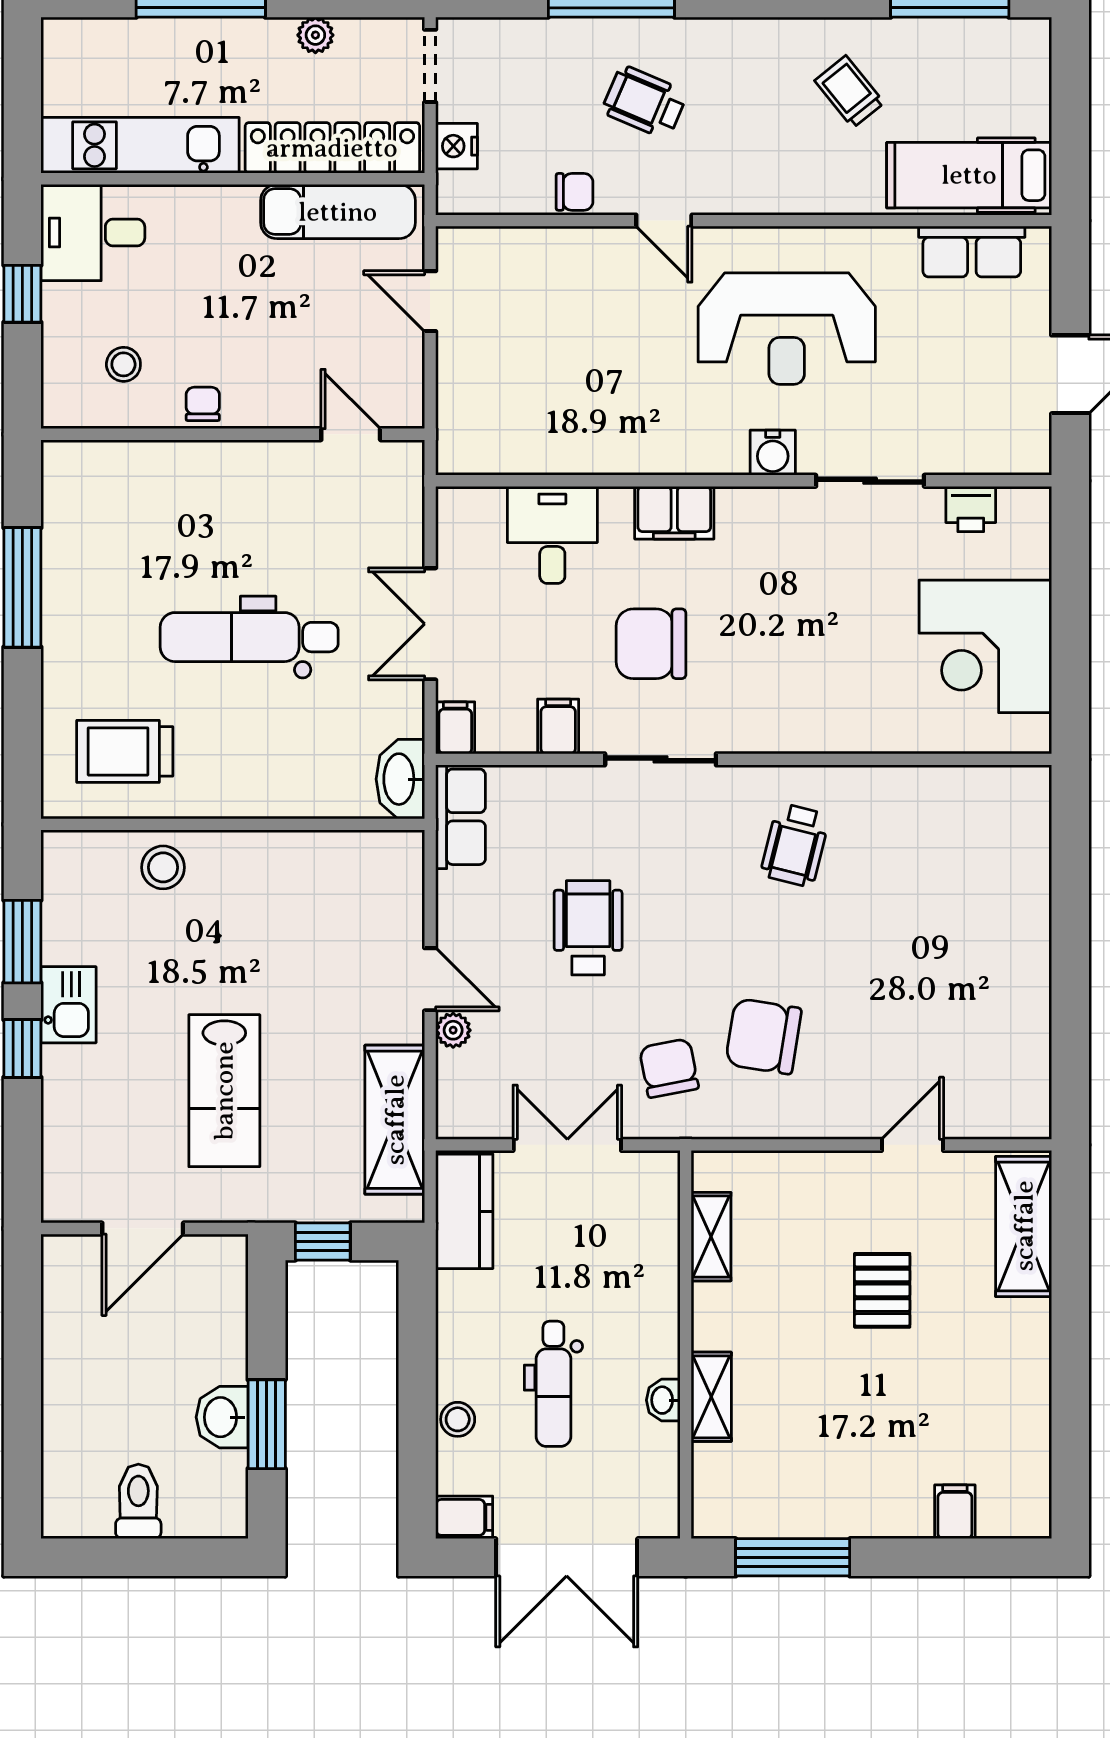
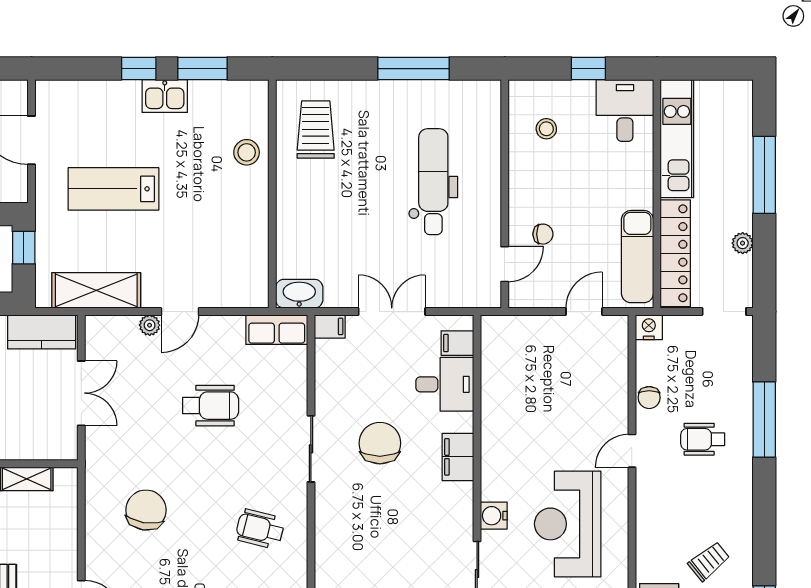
wheelchair: (645, 102) -> (703, 439), turned -113
nightstand: (457, 146) -> (649, 327), moved
chair: (203, 404) -> (543, 234), moved
dental chair: (249, 637) -> (433, 182), moved
filing cabinet: (558, 726) -> (457, 343), moved, turned 180
chair: (669, 1068) -> (127, 454), removed

